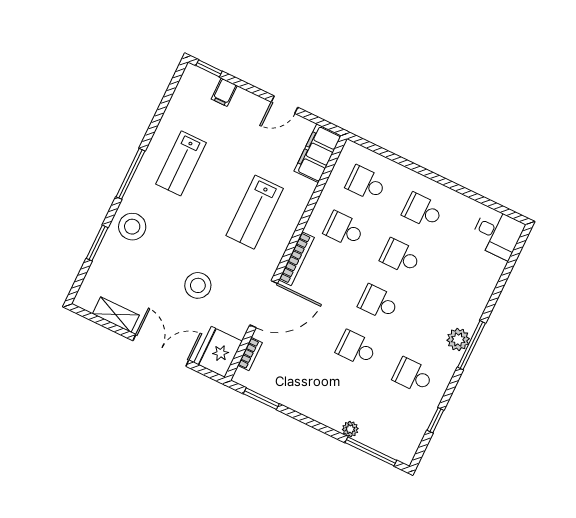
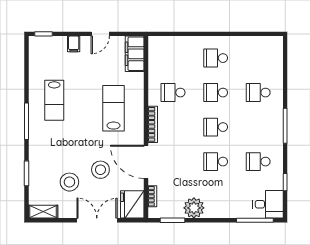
filing cabinet: (224, 92) -> (74, 44), moved
school desk: (366, 183) -> (258, 93), moved
lab bench: (255, 212) -> (114, 108), turned 180
stool: (132, 227) -> (69, 182), moved
desk: (497, 233) -> (268, 204), moved
door: (264, 304) -> (146, 162), swing flipped
shelving: (116, 315) -> (43, 212), moved
plant: (458, 339) -> (275, 126), removed
plant: (350, 429) -> (194, 208), moved, width x1.87, depth x1.87

